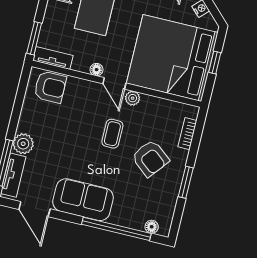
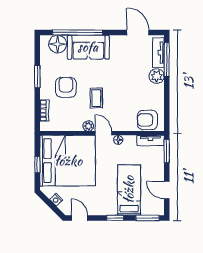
armchair: (150, 158) -> (66, 87), turned 51
sofa: (83, 200) -> (88, 47), moved
floor lamp: (152, 227) -> (58, 44), width x1.89, depth x1.89

